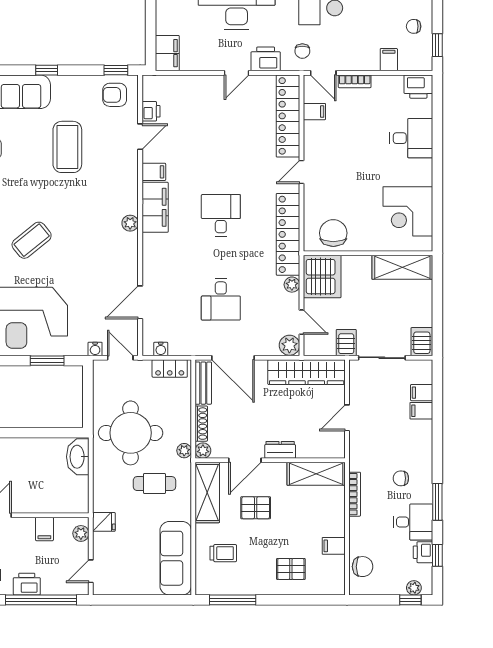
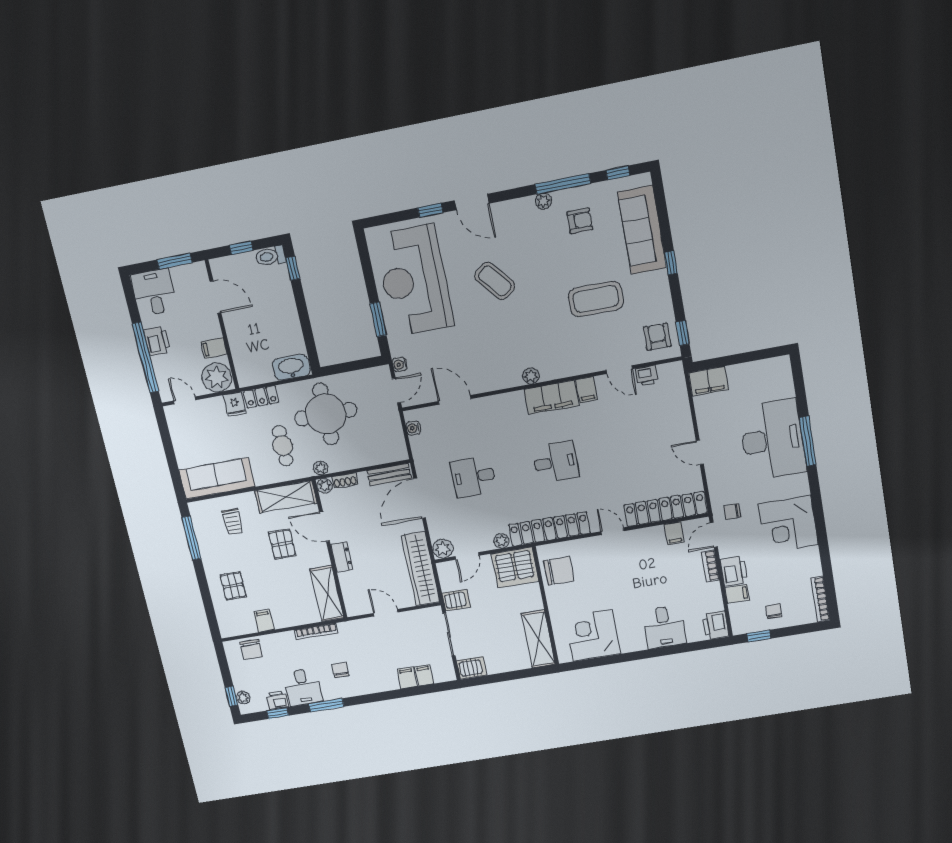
printer: (266, 59) -> (734, 571), moved
locker: (170, 368) -> (261, 397), moved, turned -90
shoe rack: (201, 424) -> (345, 480), width x0.70
plant: (81, 533) -> (217, 377), width x1.87, depth x1.87

